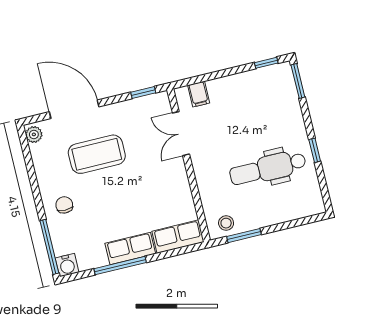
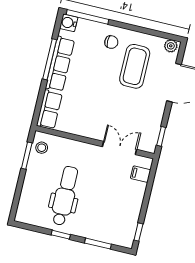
window: (298, 81) -> (98, 244), moved
coffee table: (97, 154) -> (135, 66), moved
row of seats: (130, 248) -> (60, 64), width x1.48

